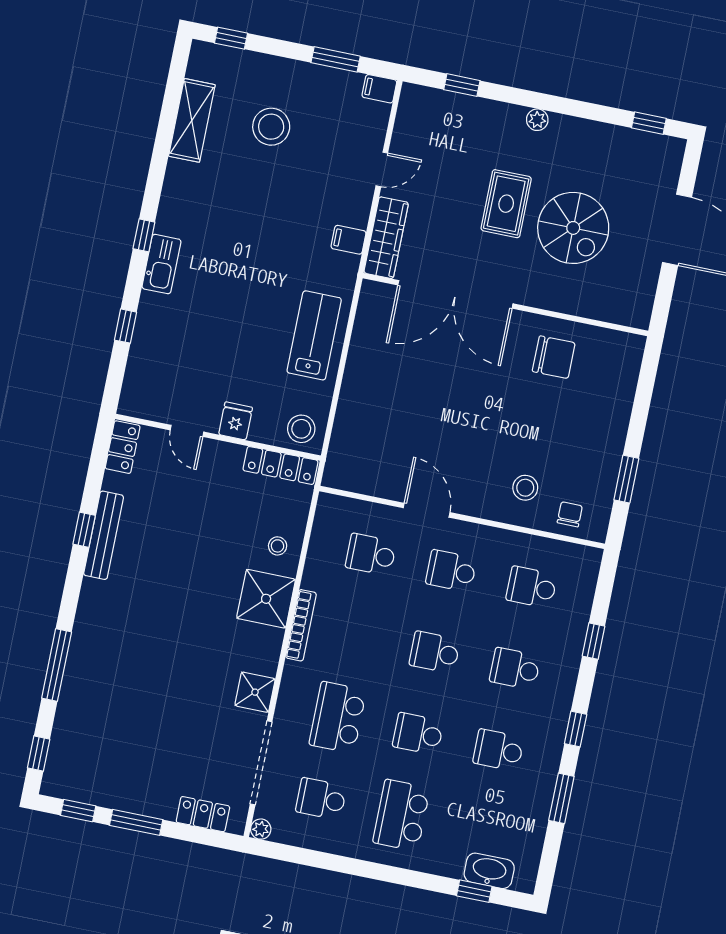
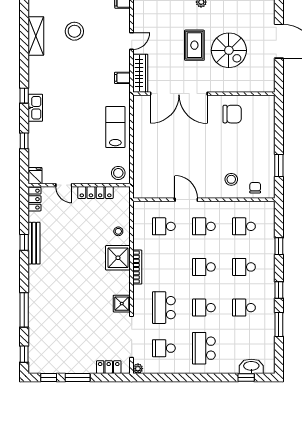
fridge: (236, 421) -> (35, 176), moved
locker: (280, 465) -> (96, 193), moved

